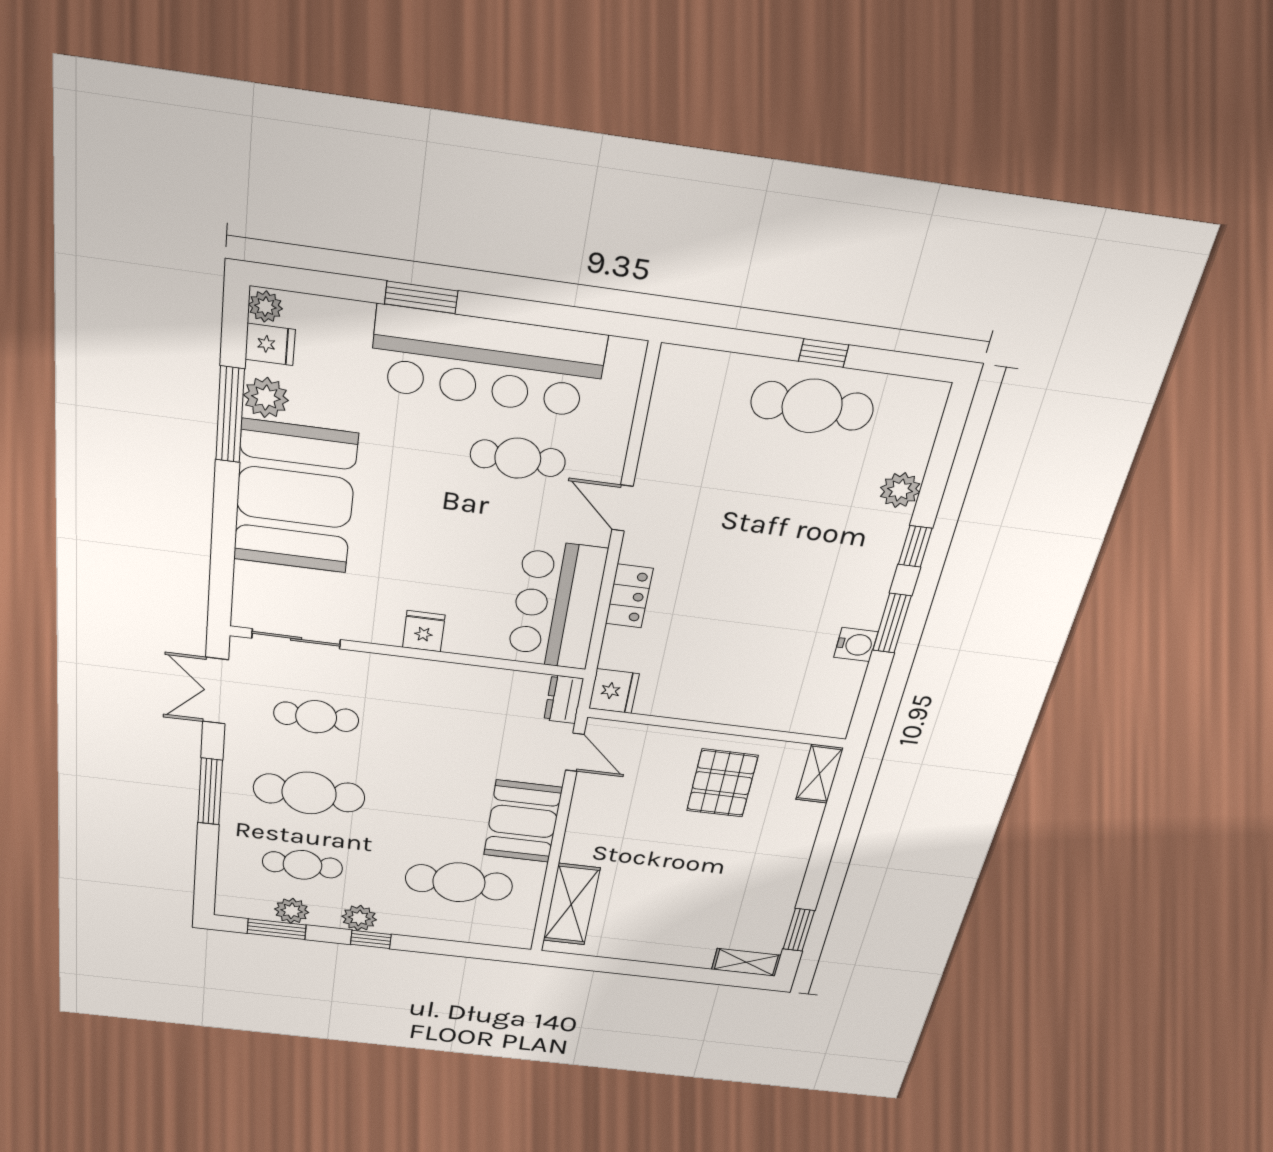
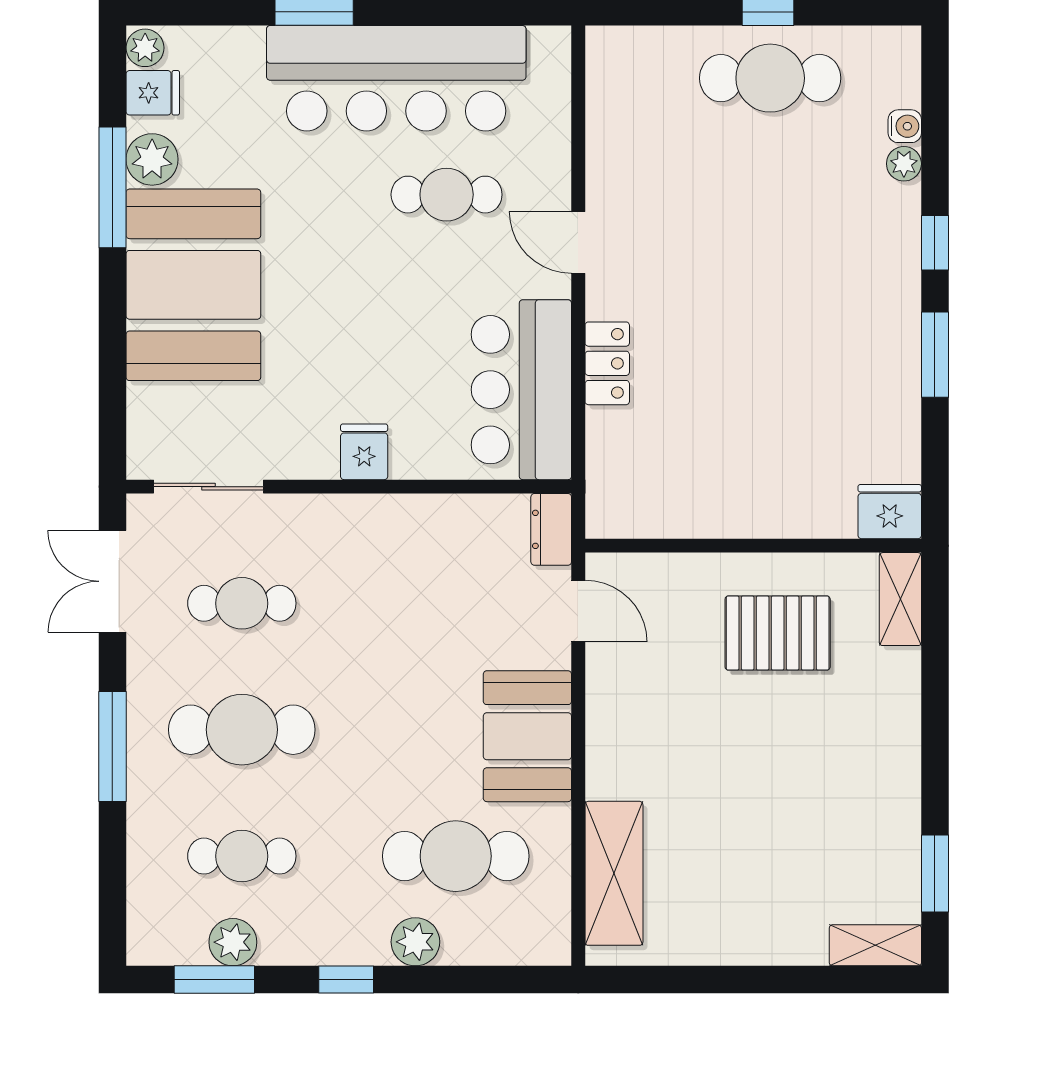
plant: (900, 490) -> (904, 164), width x0.73, depth x0.73
water cooler: (856, 645) -> (905, 126), moved, width x0.72, depth x0.72
fridge: (614, 691) -> (890, 512), moved, turned -90
pallet: (722, 783) -> (778, 633), turned 90
plant: (359, 918) -> (415, 942), moved

